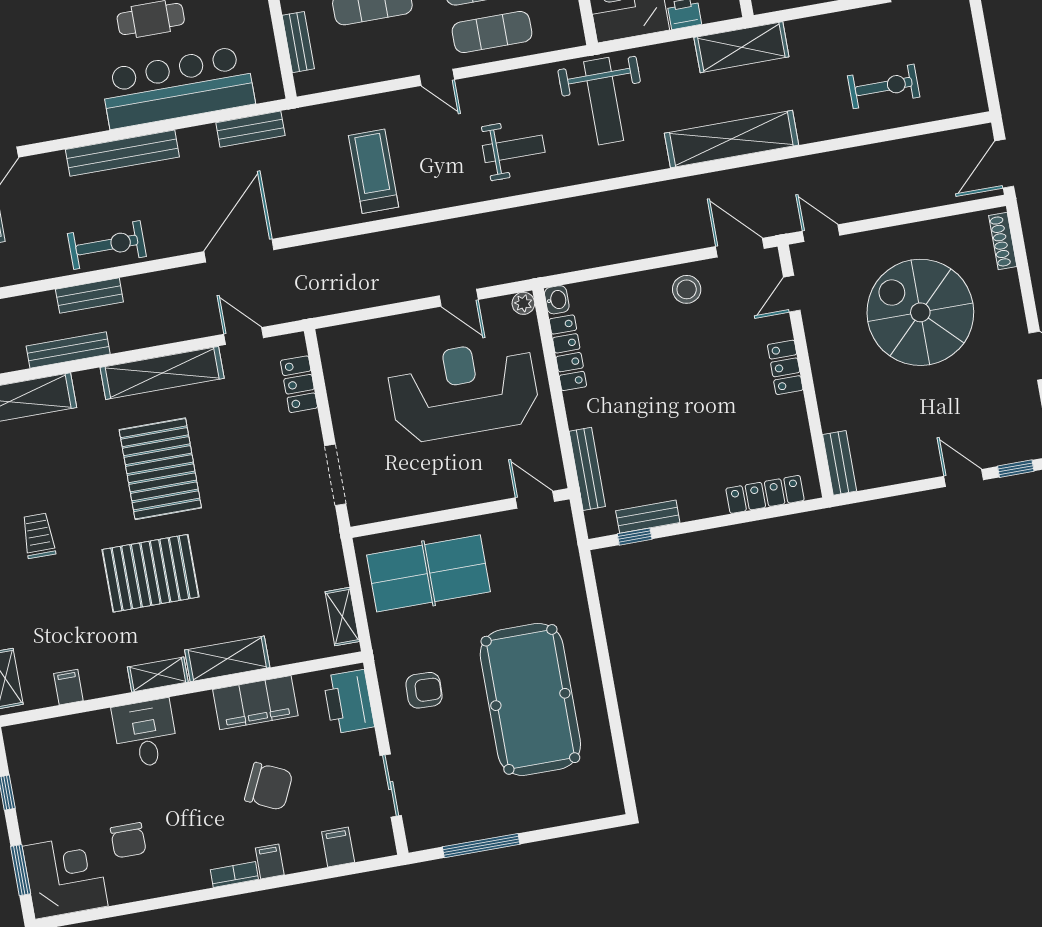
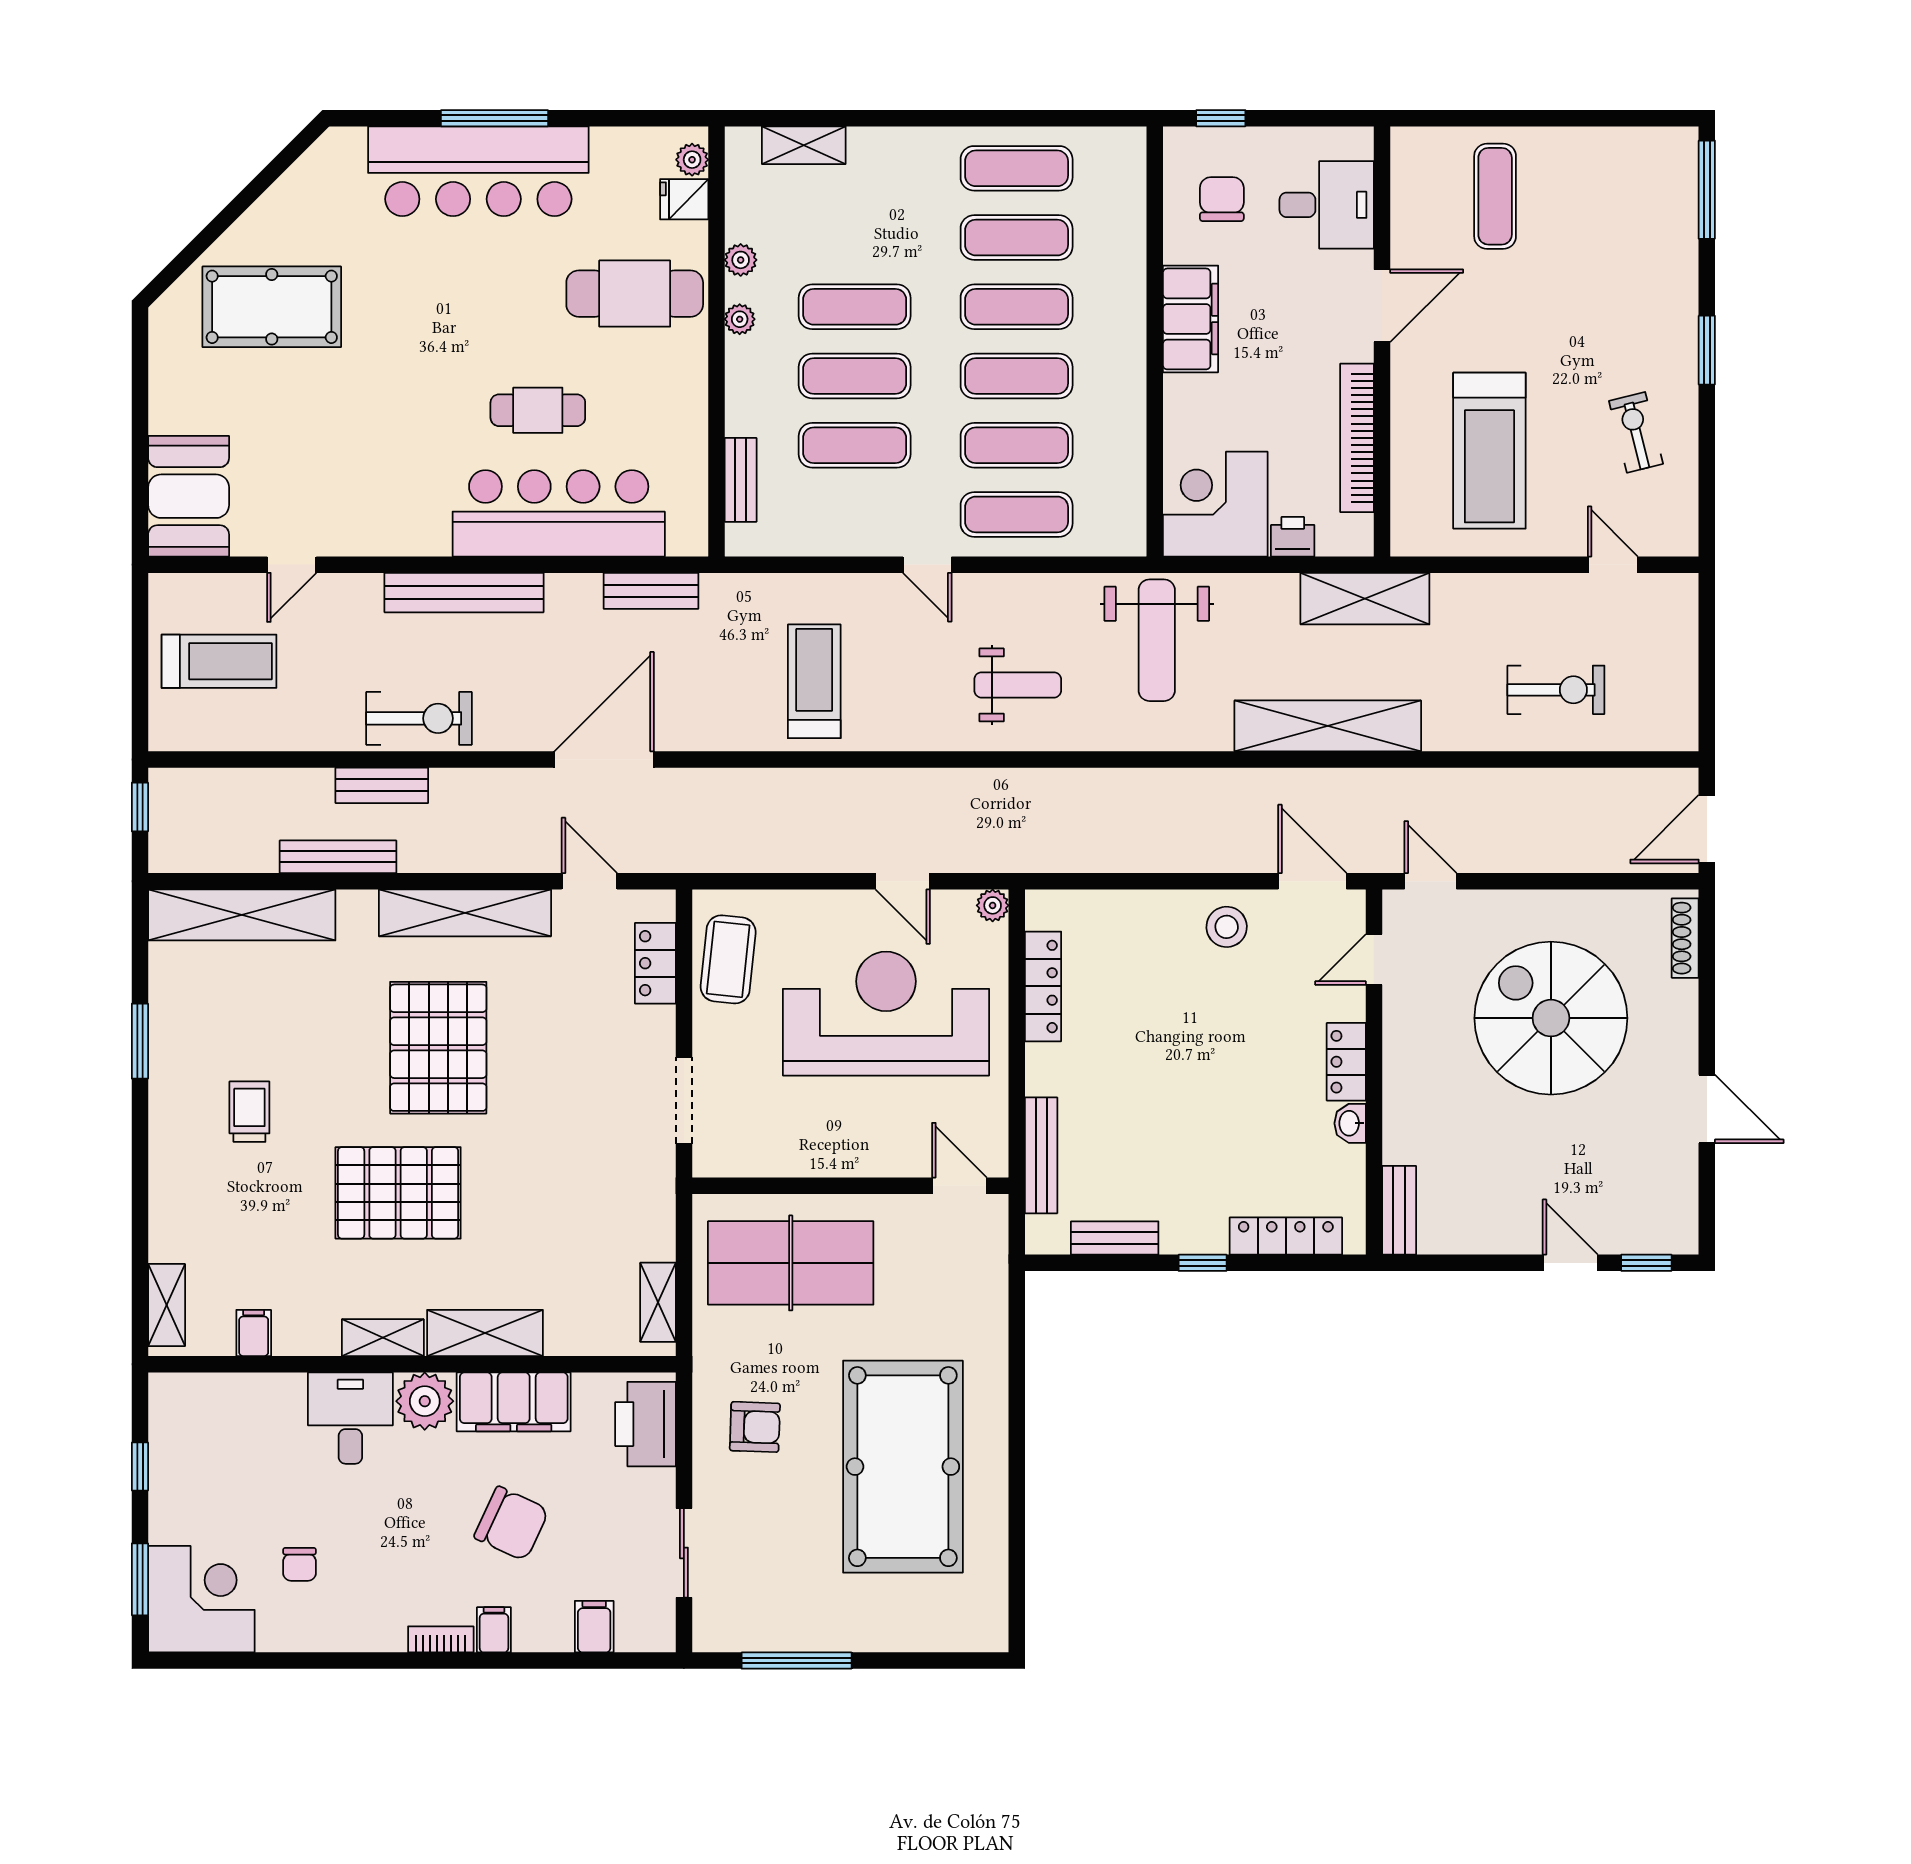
washbasin: (557, 300) -> (1350, 1123), moved, turned 180
coffee table: (348, 373) -> (728, 959), added
window: (635, 537) -> (1203, 1263), moved
plant: (194, 713) -> (425, 1401), added
chair: (128, 840) -> (300, 1564), width x0.73, depth x0.73

